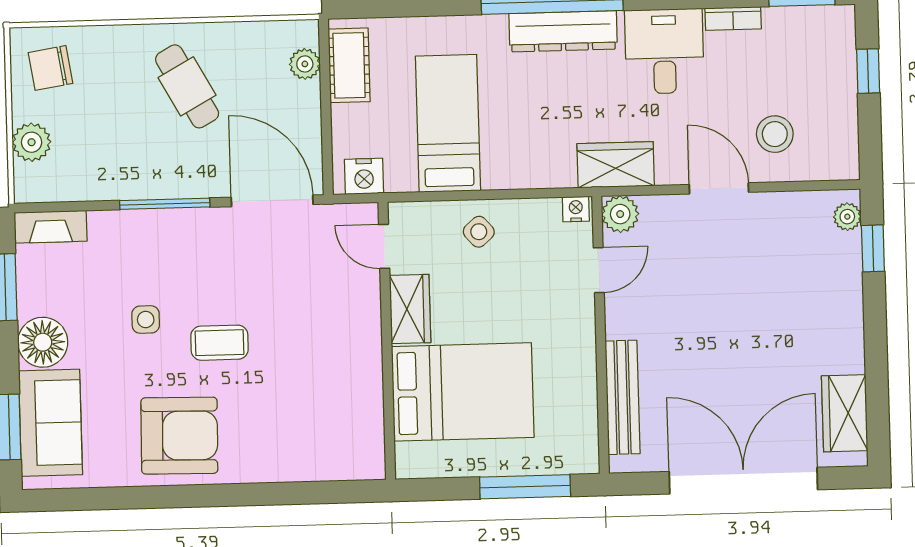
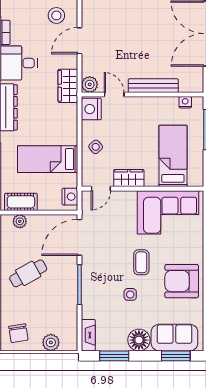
nightstand: (576, 209) -> (91, 109), width x1.89, depth x1.79
bed: (463, 392) -> (173, 156), width x0.67
bench: (623, 397) -> (153, 86), moved
corner sofa: (334, 400) -> (168, 212), added
nightstand: (586, 432) -> (185, 102), added
armchair: (179, 436) -> (182, 281), turned -91

